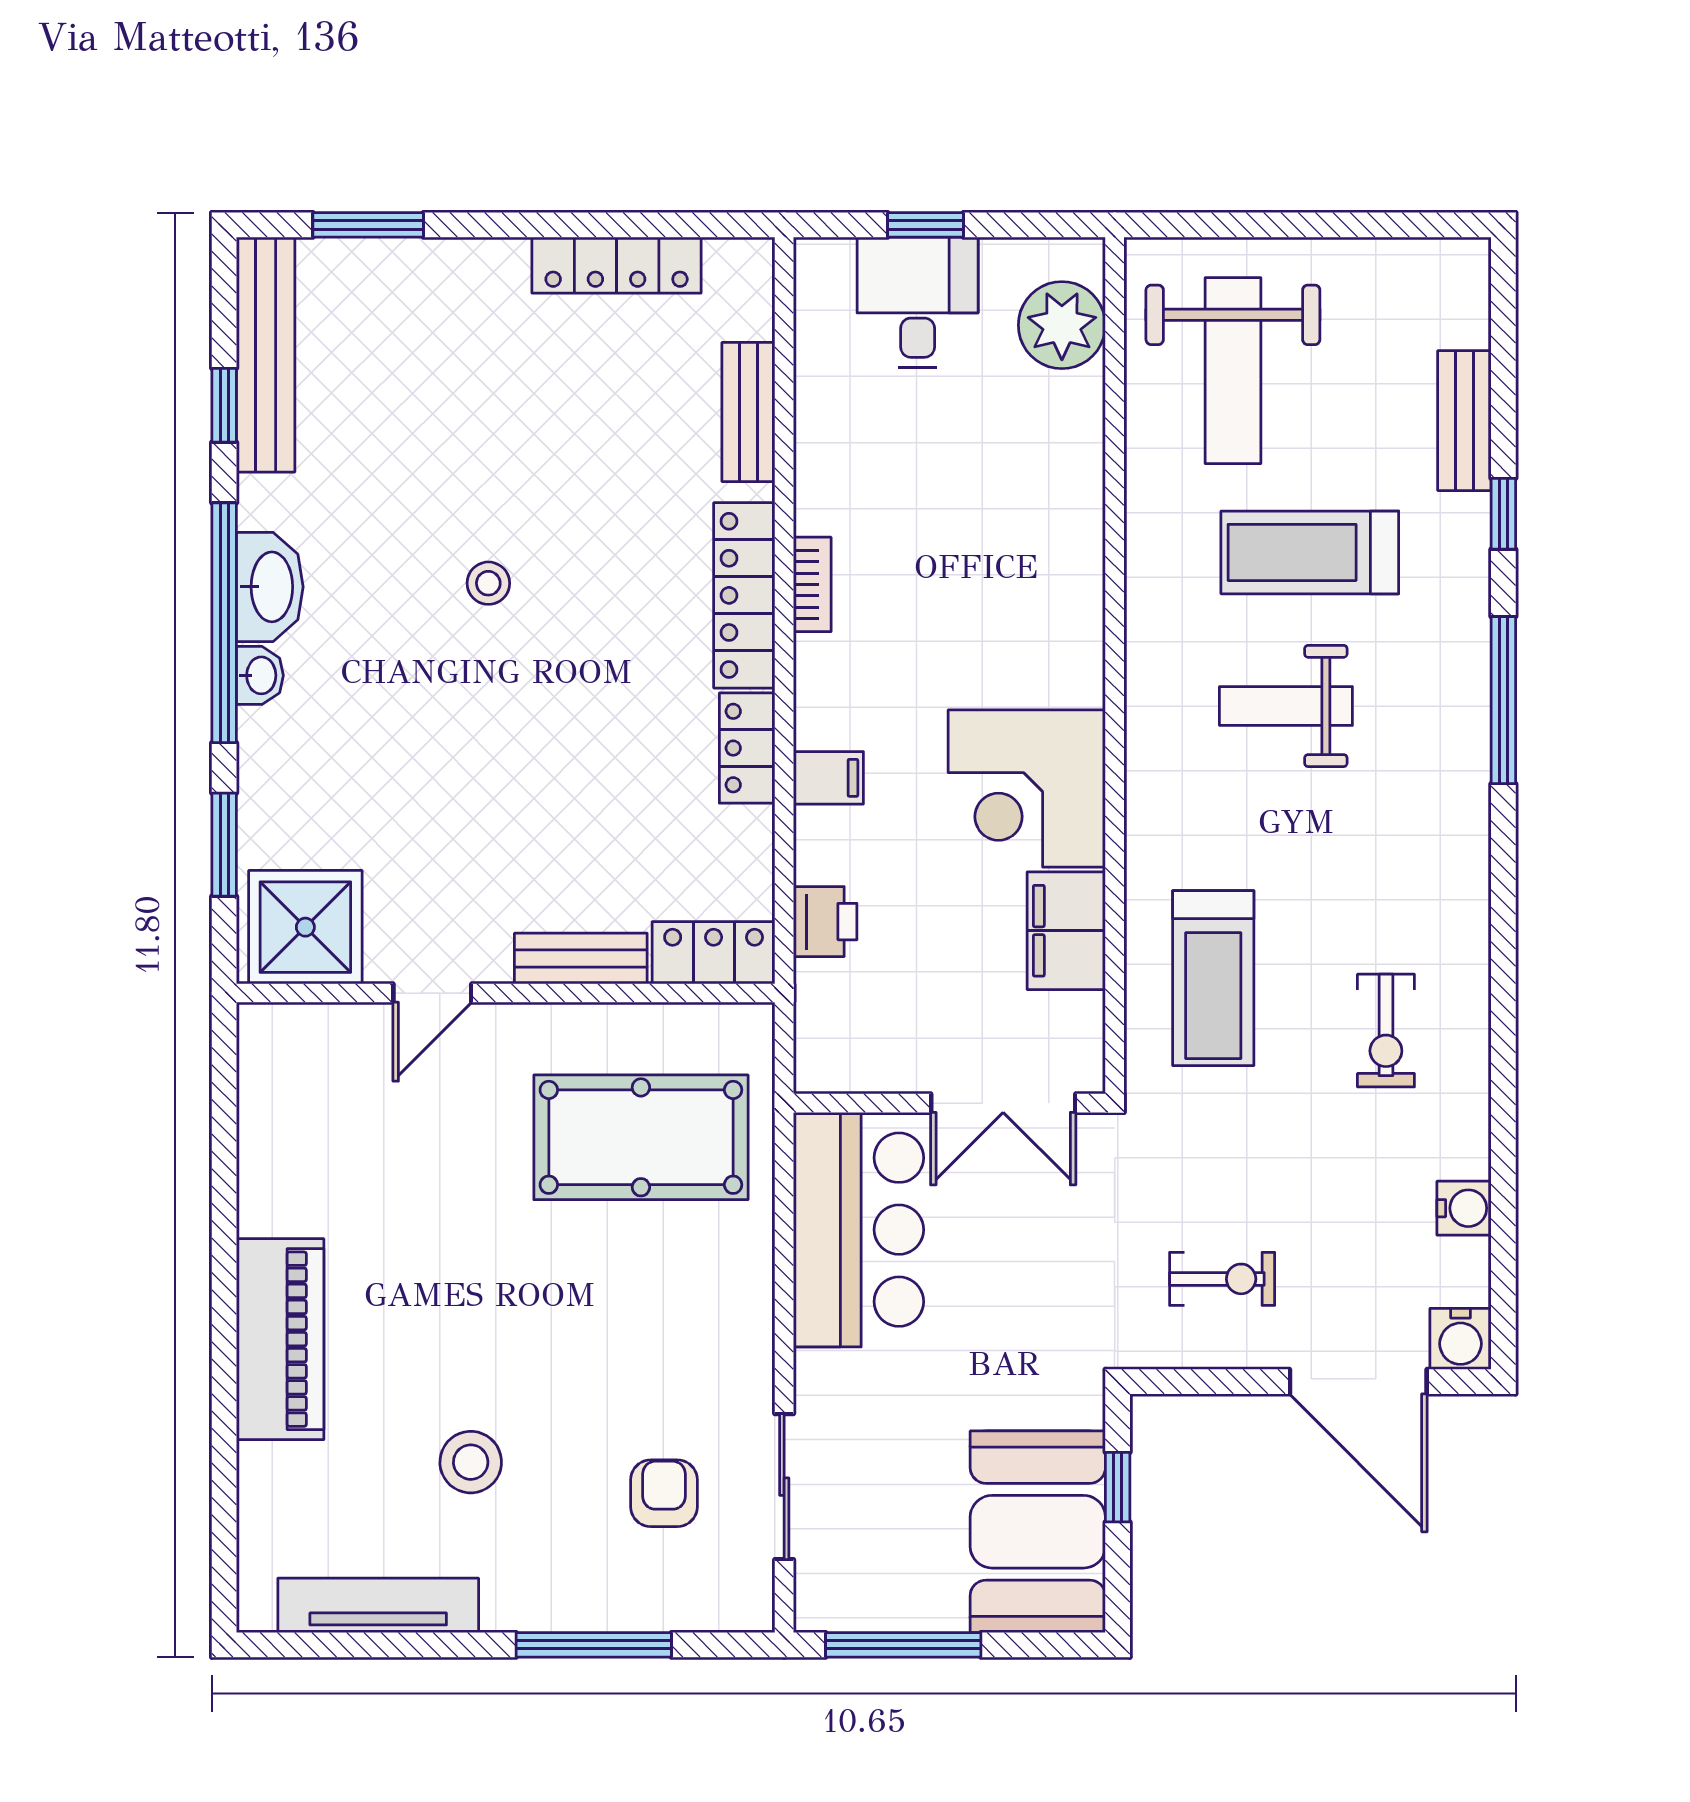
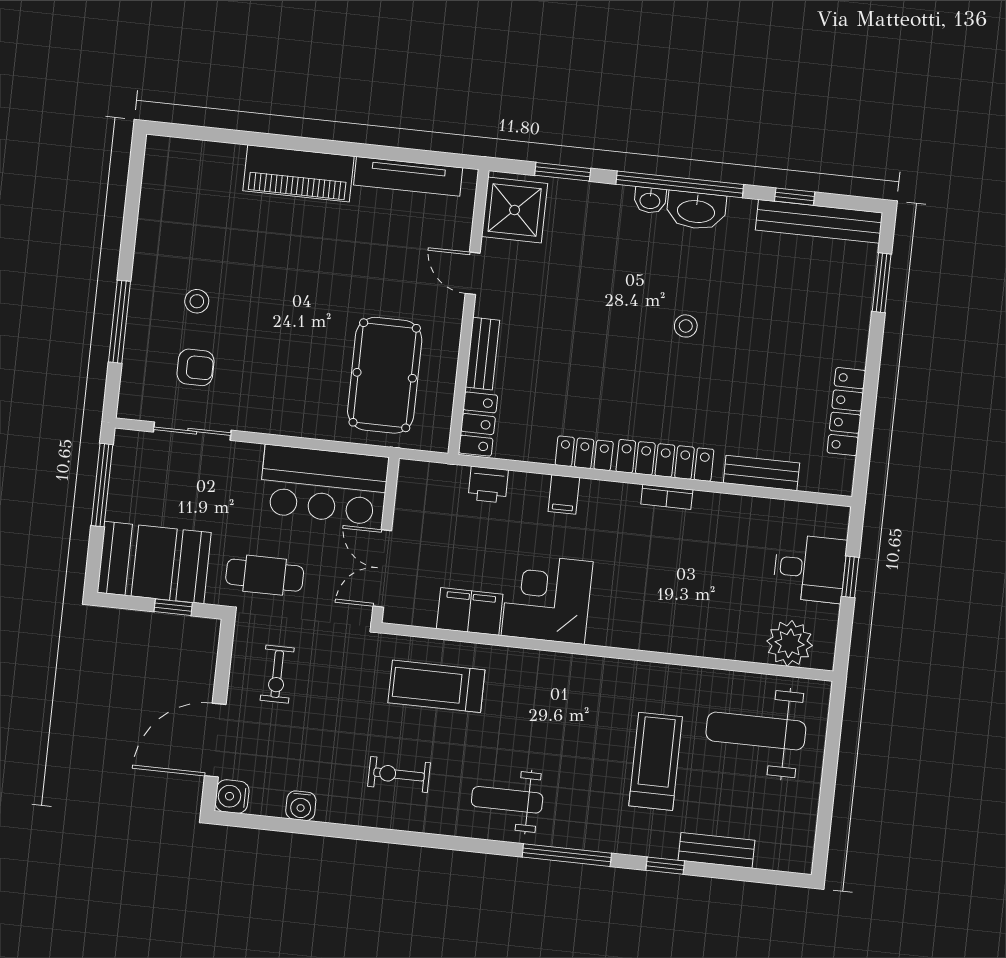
weight bench: (1286, 706) -> (507, 800), moved, turned -90
cafe table: (1039, 1322) -> (265, 575), added
stool: (471, 1462) -> (197, 301), moved, width x0.73, depth x0.73
tv unit: (378, 1605) -> (408, 176), moved, turned 90

